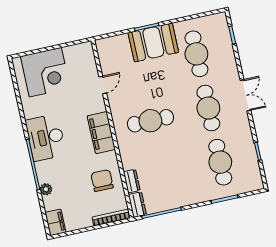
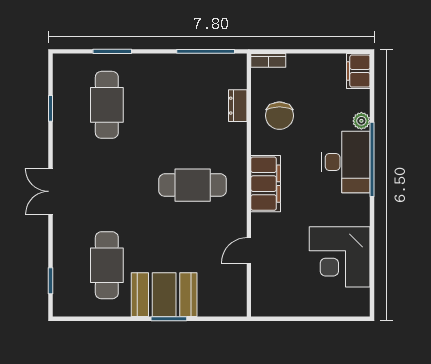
corner desk: (45, 72) -> (340, 257), moved, turned -90
cafe table: (208, 108) -> (107, 185), removed
desk: (46, 137) -> (346, 162), moved
dresser: (137, 205) -> (237, 71), removed
bookcase: (111, 218) -> (268, 60), width x0.64

